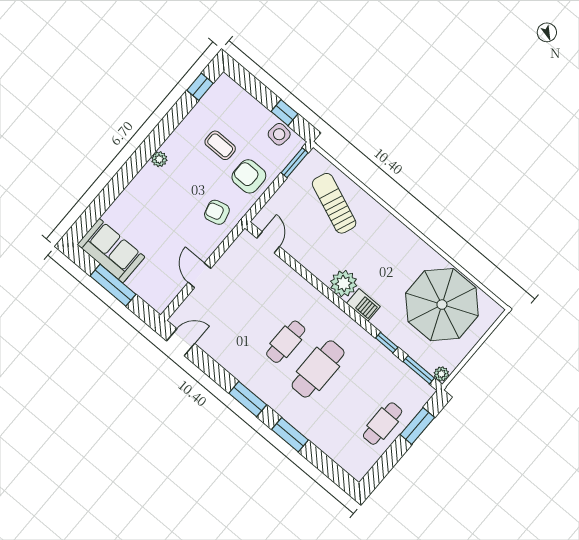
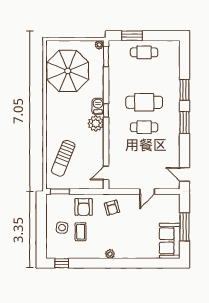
window: (285, 113) -> (41, 215), removed
side table: (279, 134) -> (62, 228), moved
window: (387, 343) -> (106, 110), moved

